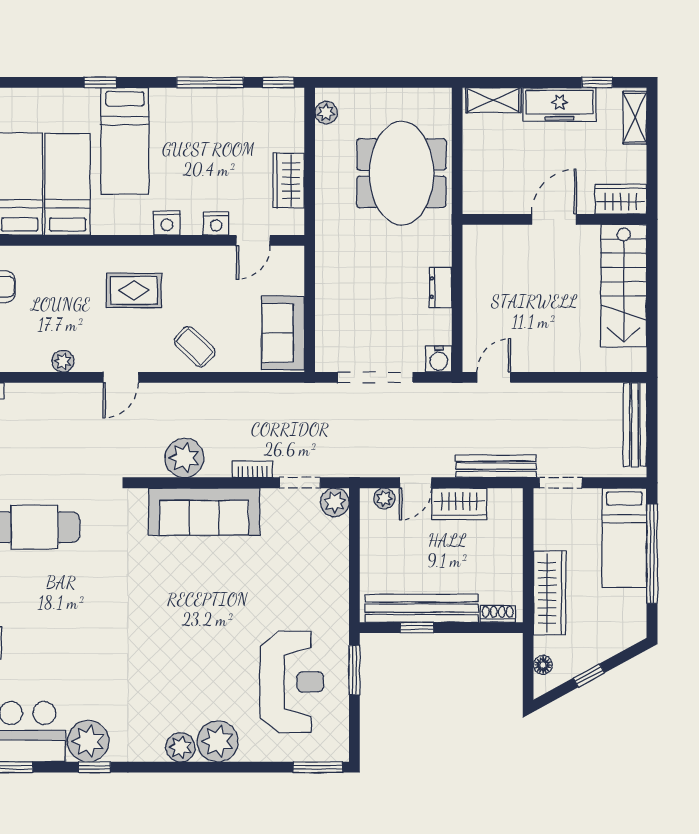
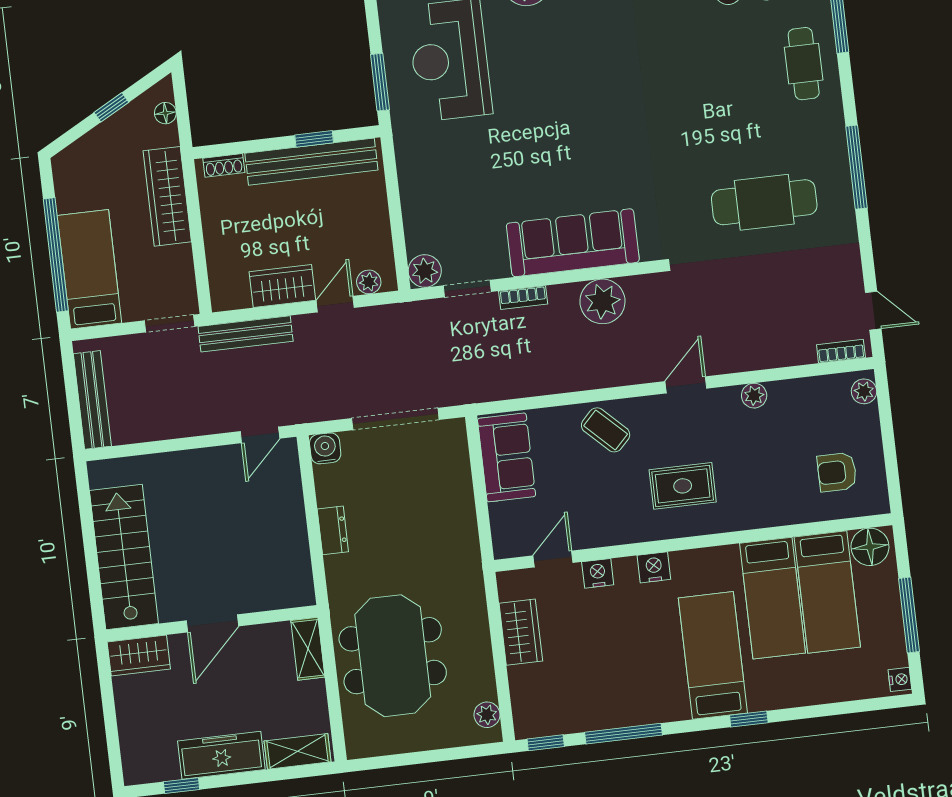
shelving: (635, 118) -> (308, 649), moved

